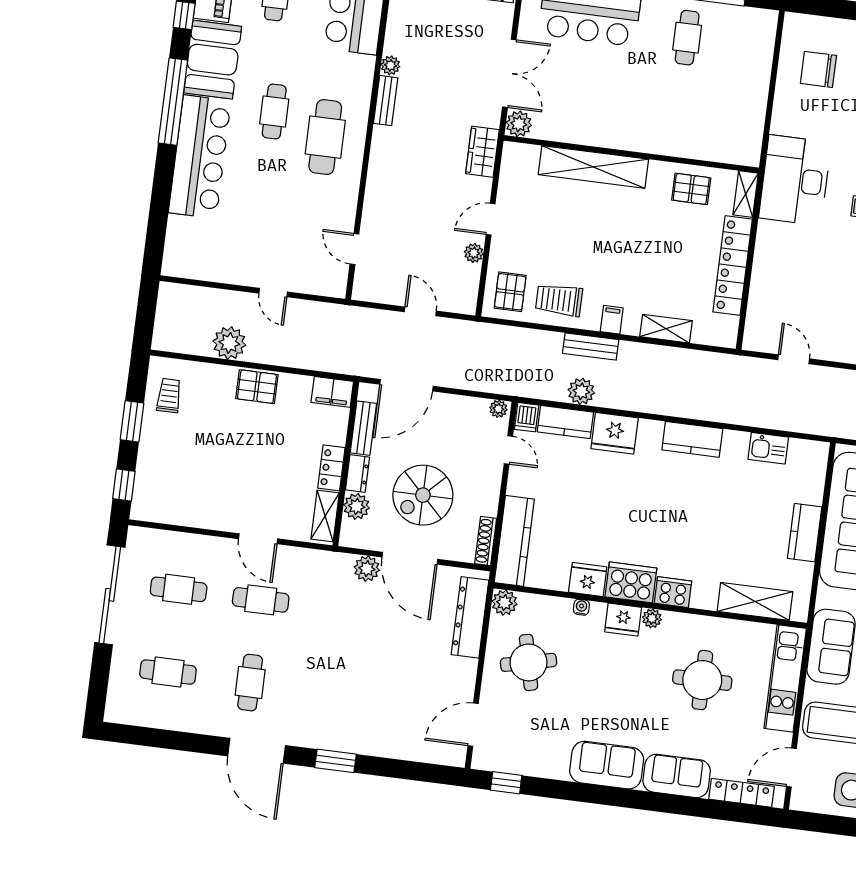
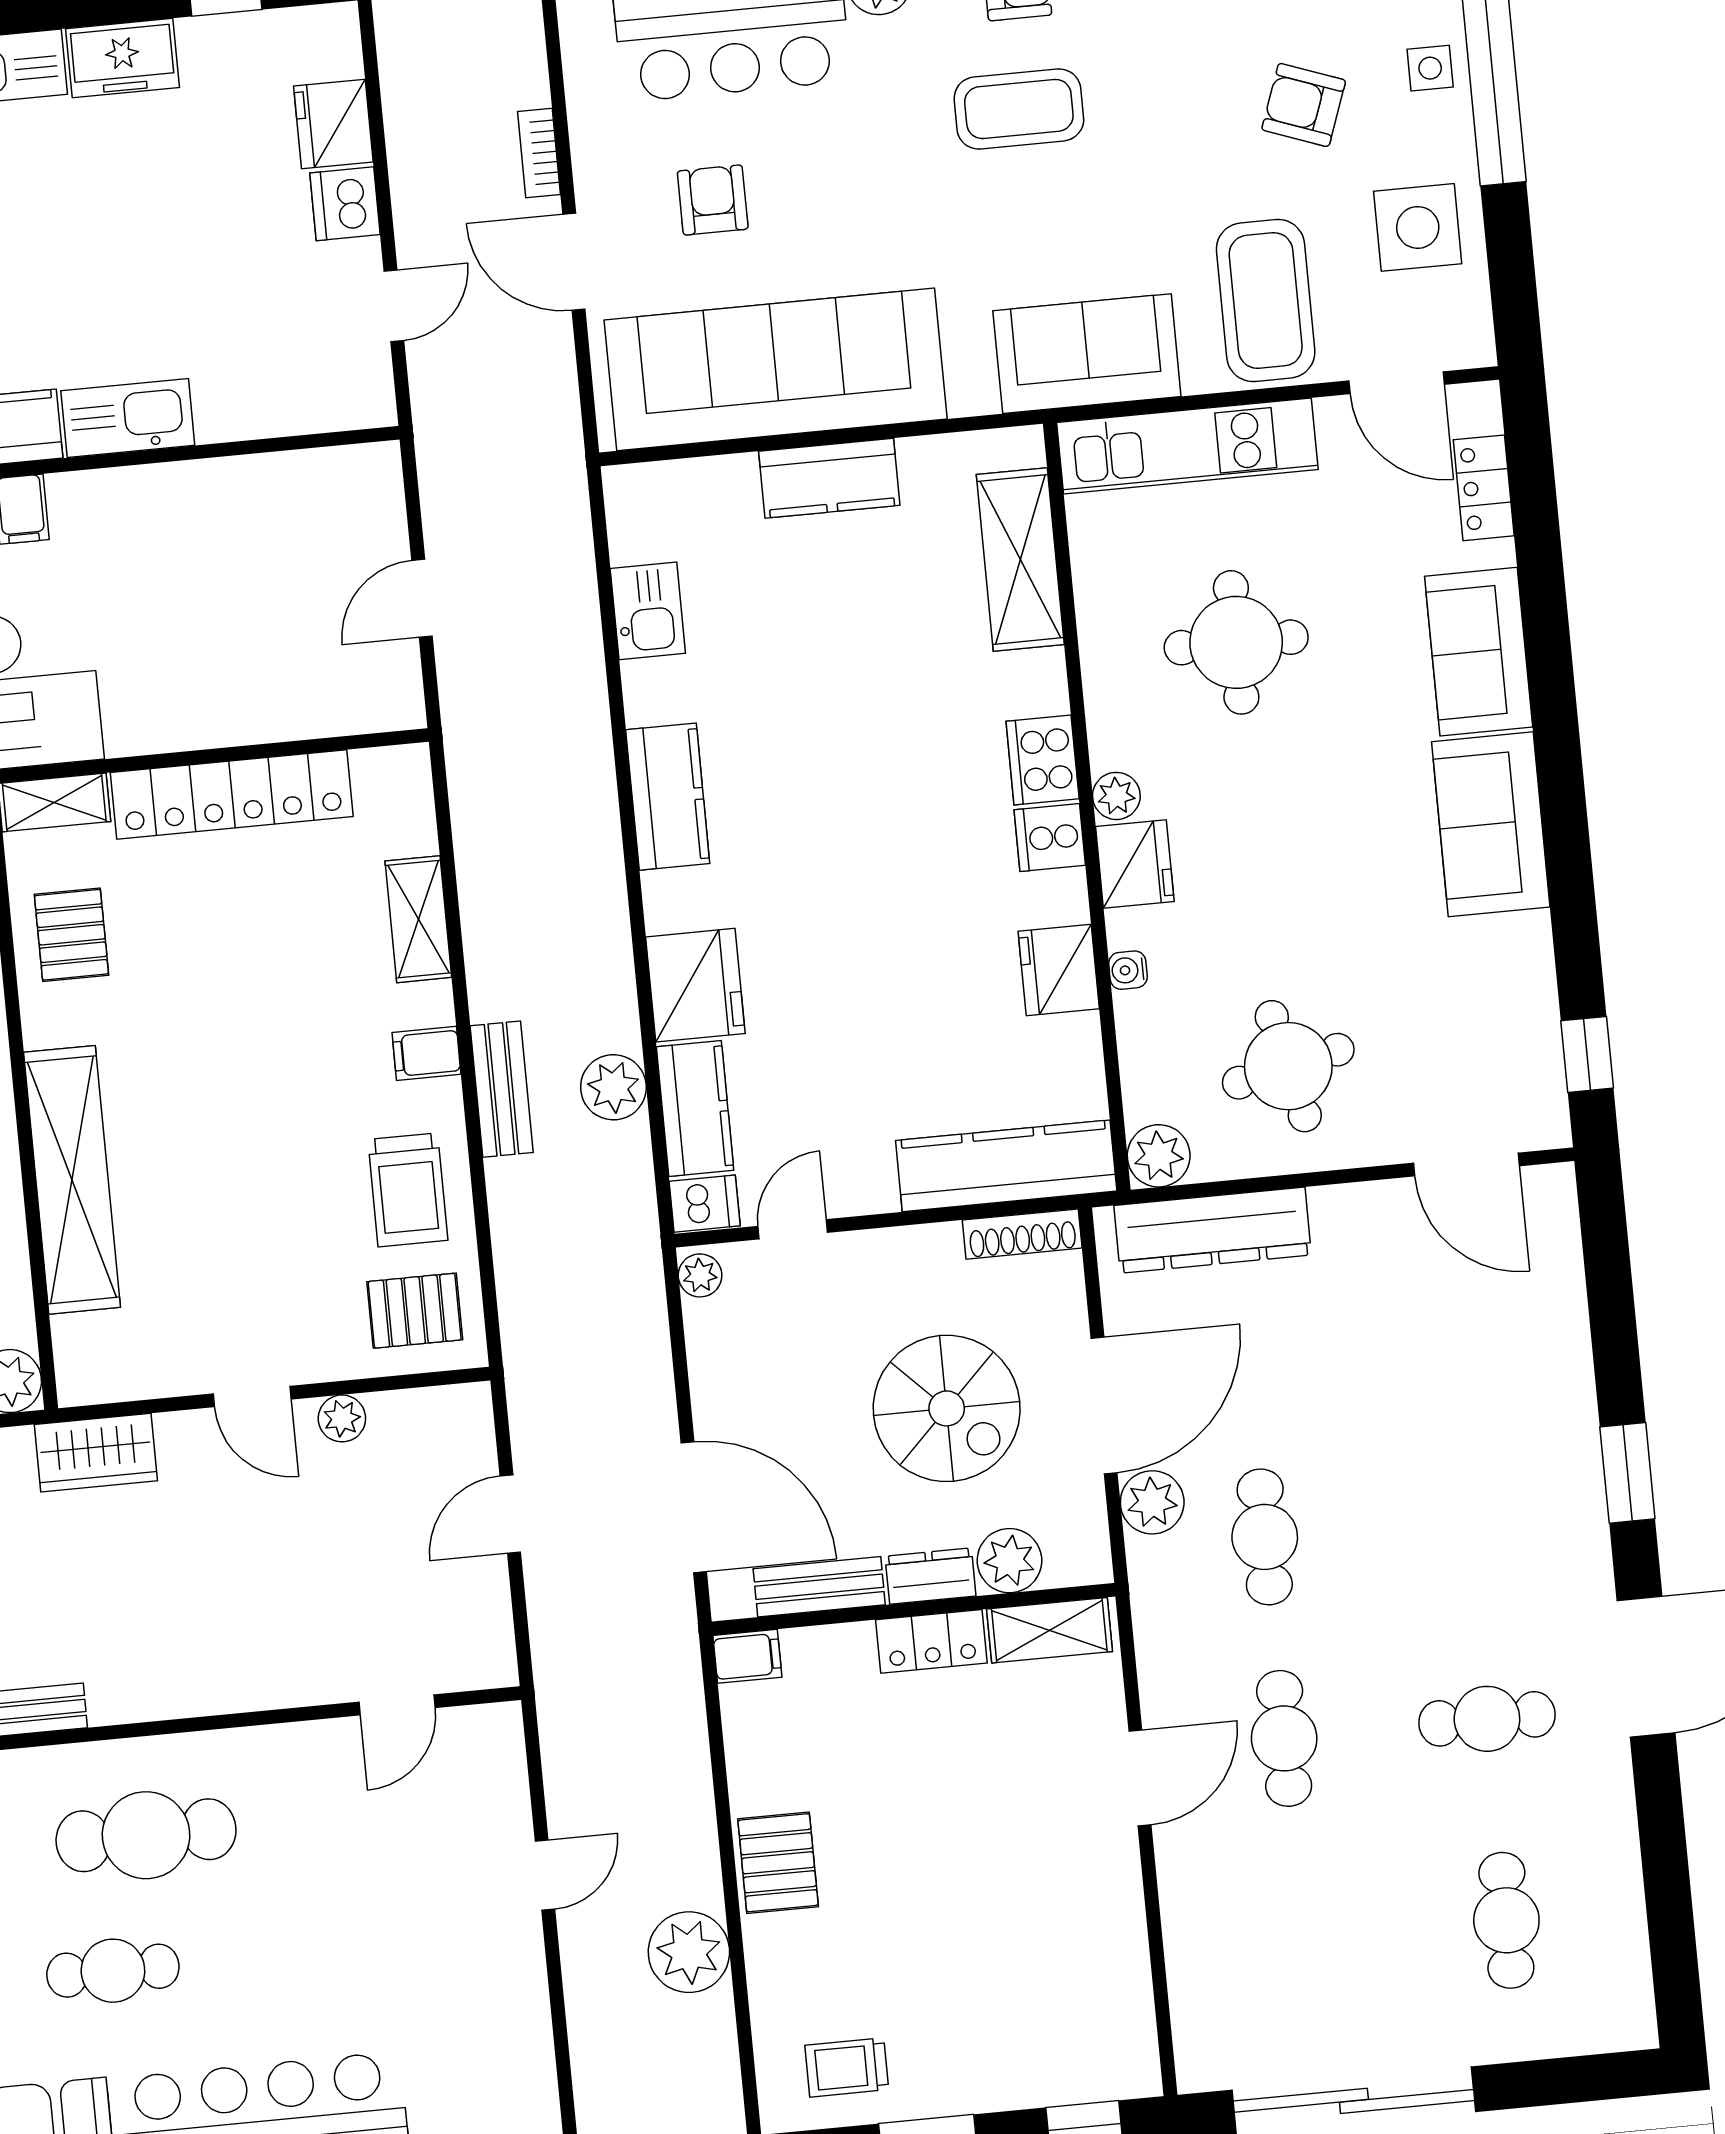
filing cabinet: (332, 392) -> (747, 1656), width x0.50
cooker: (631, 582) -> (1050, 838), width x0.53, depth x0.76
cafe table: (179, 589) -> (1265, 1537), moved
locker: (742, 793) -> (1484, 488), width x0.66

